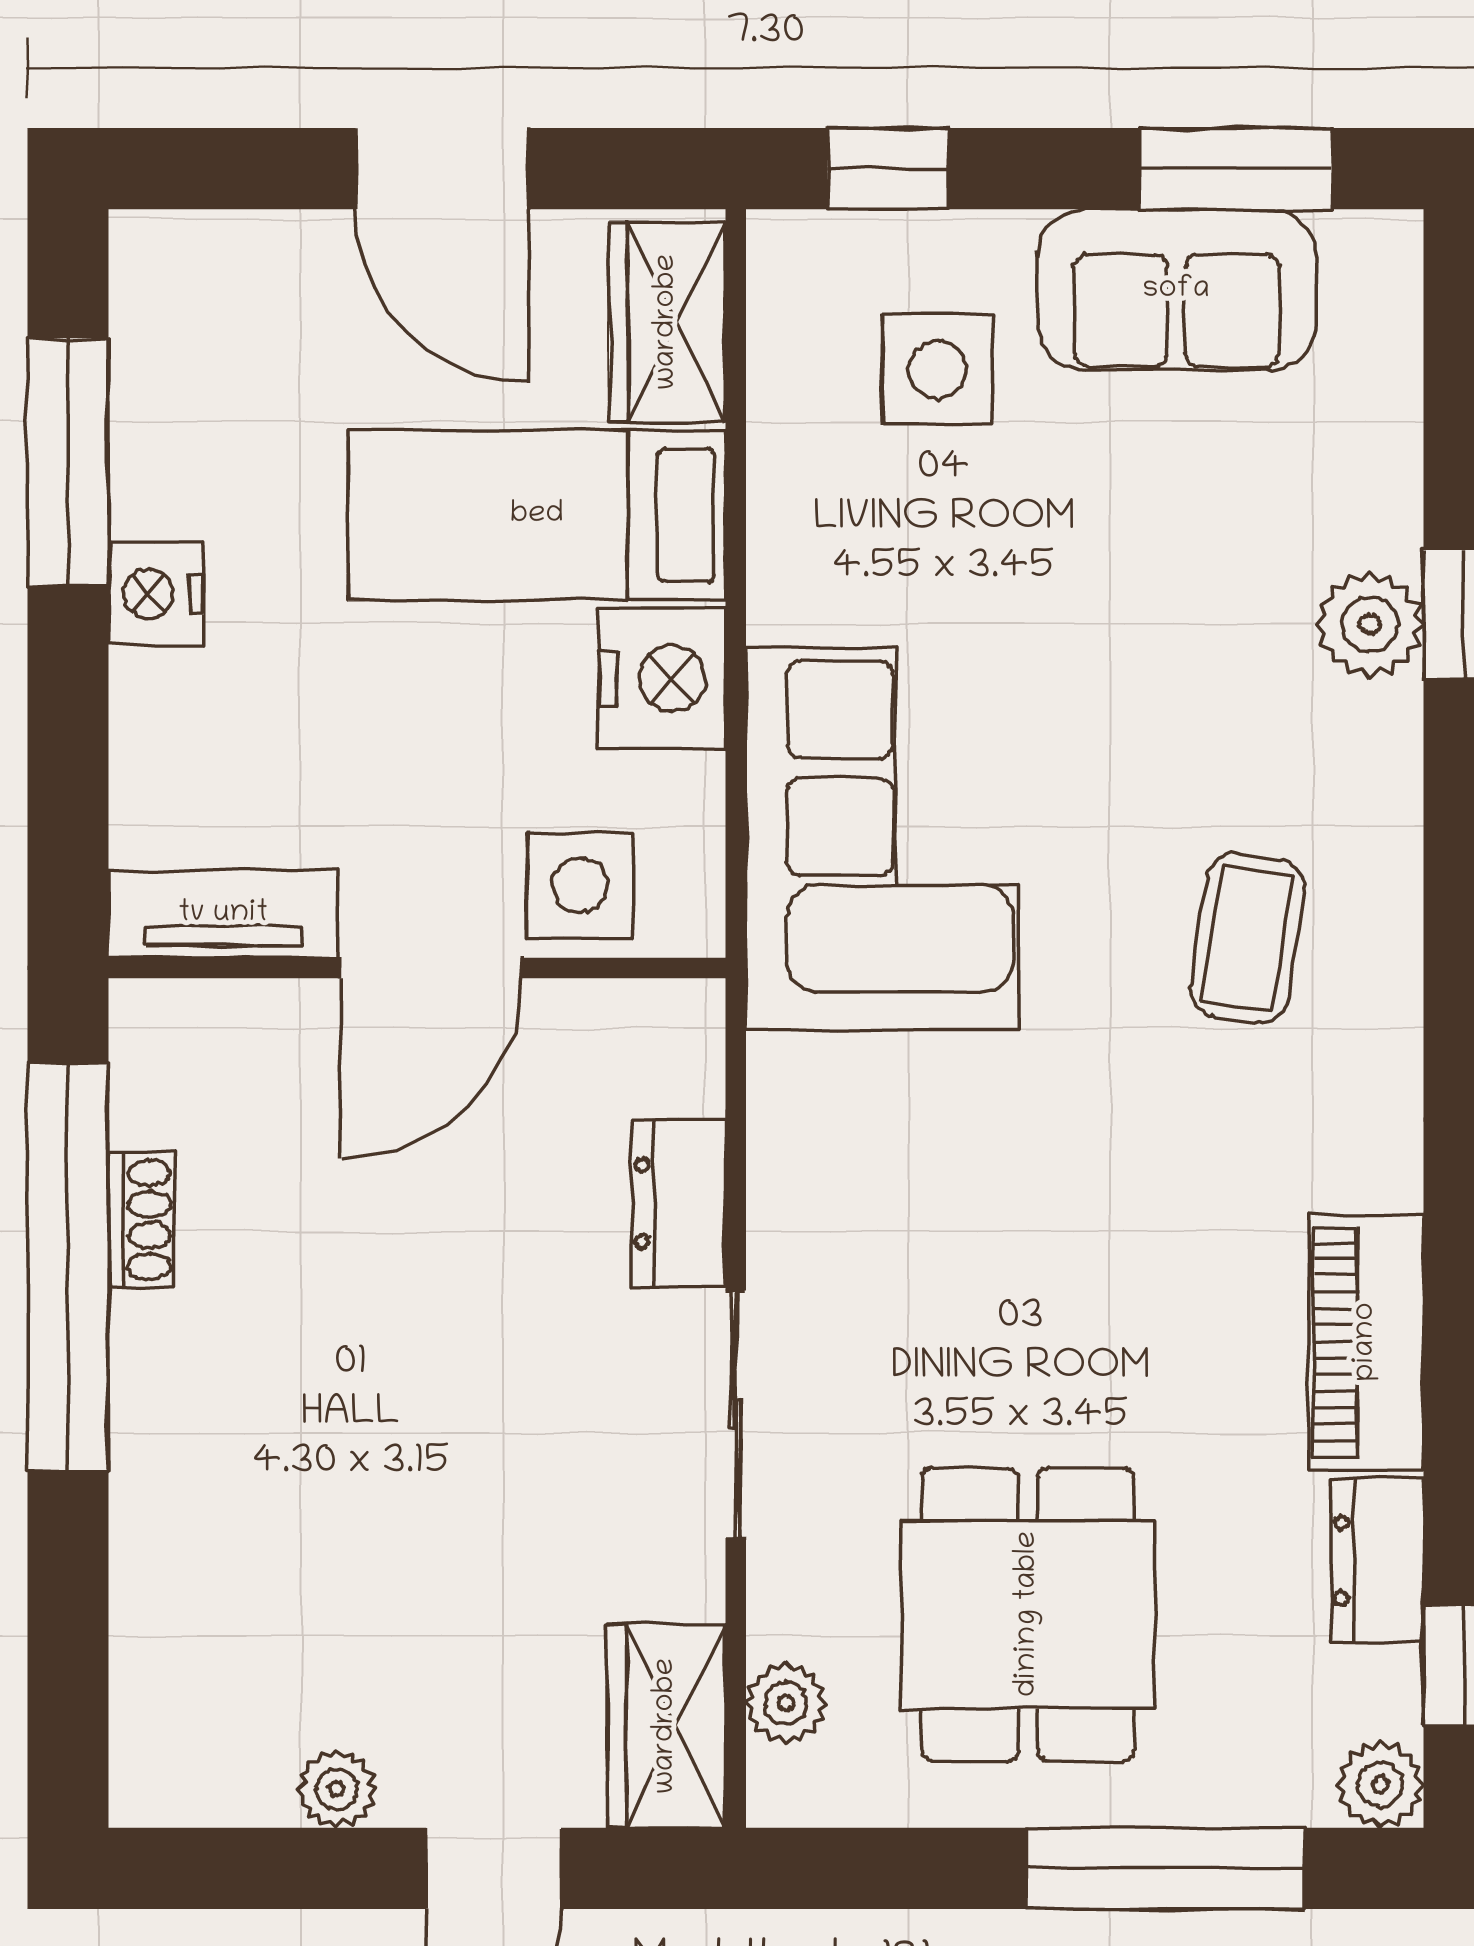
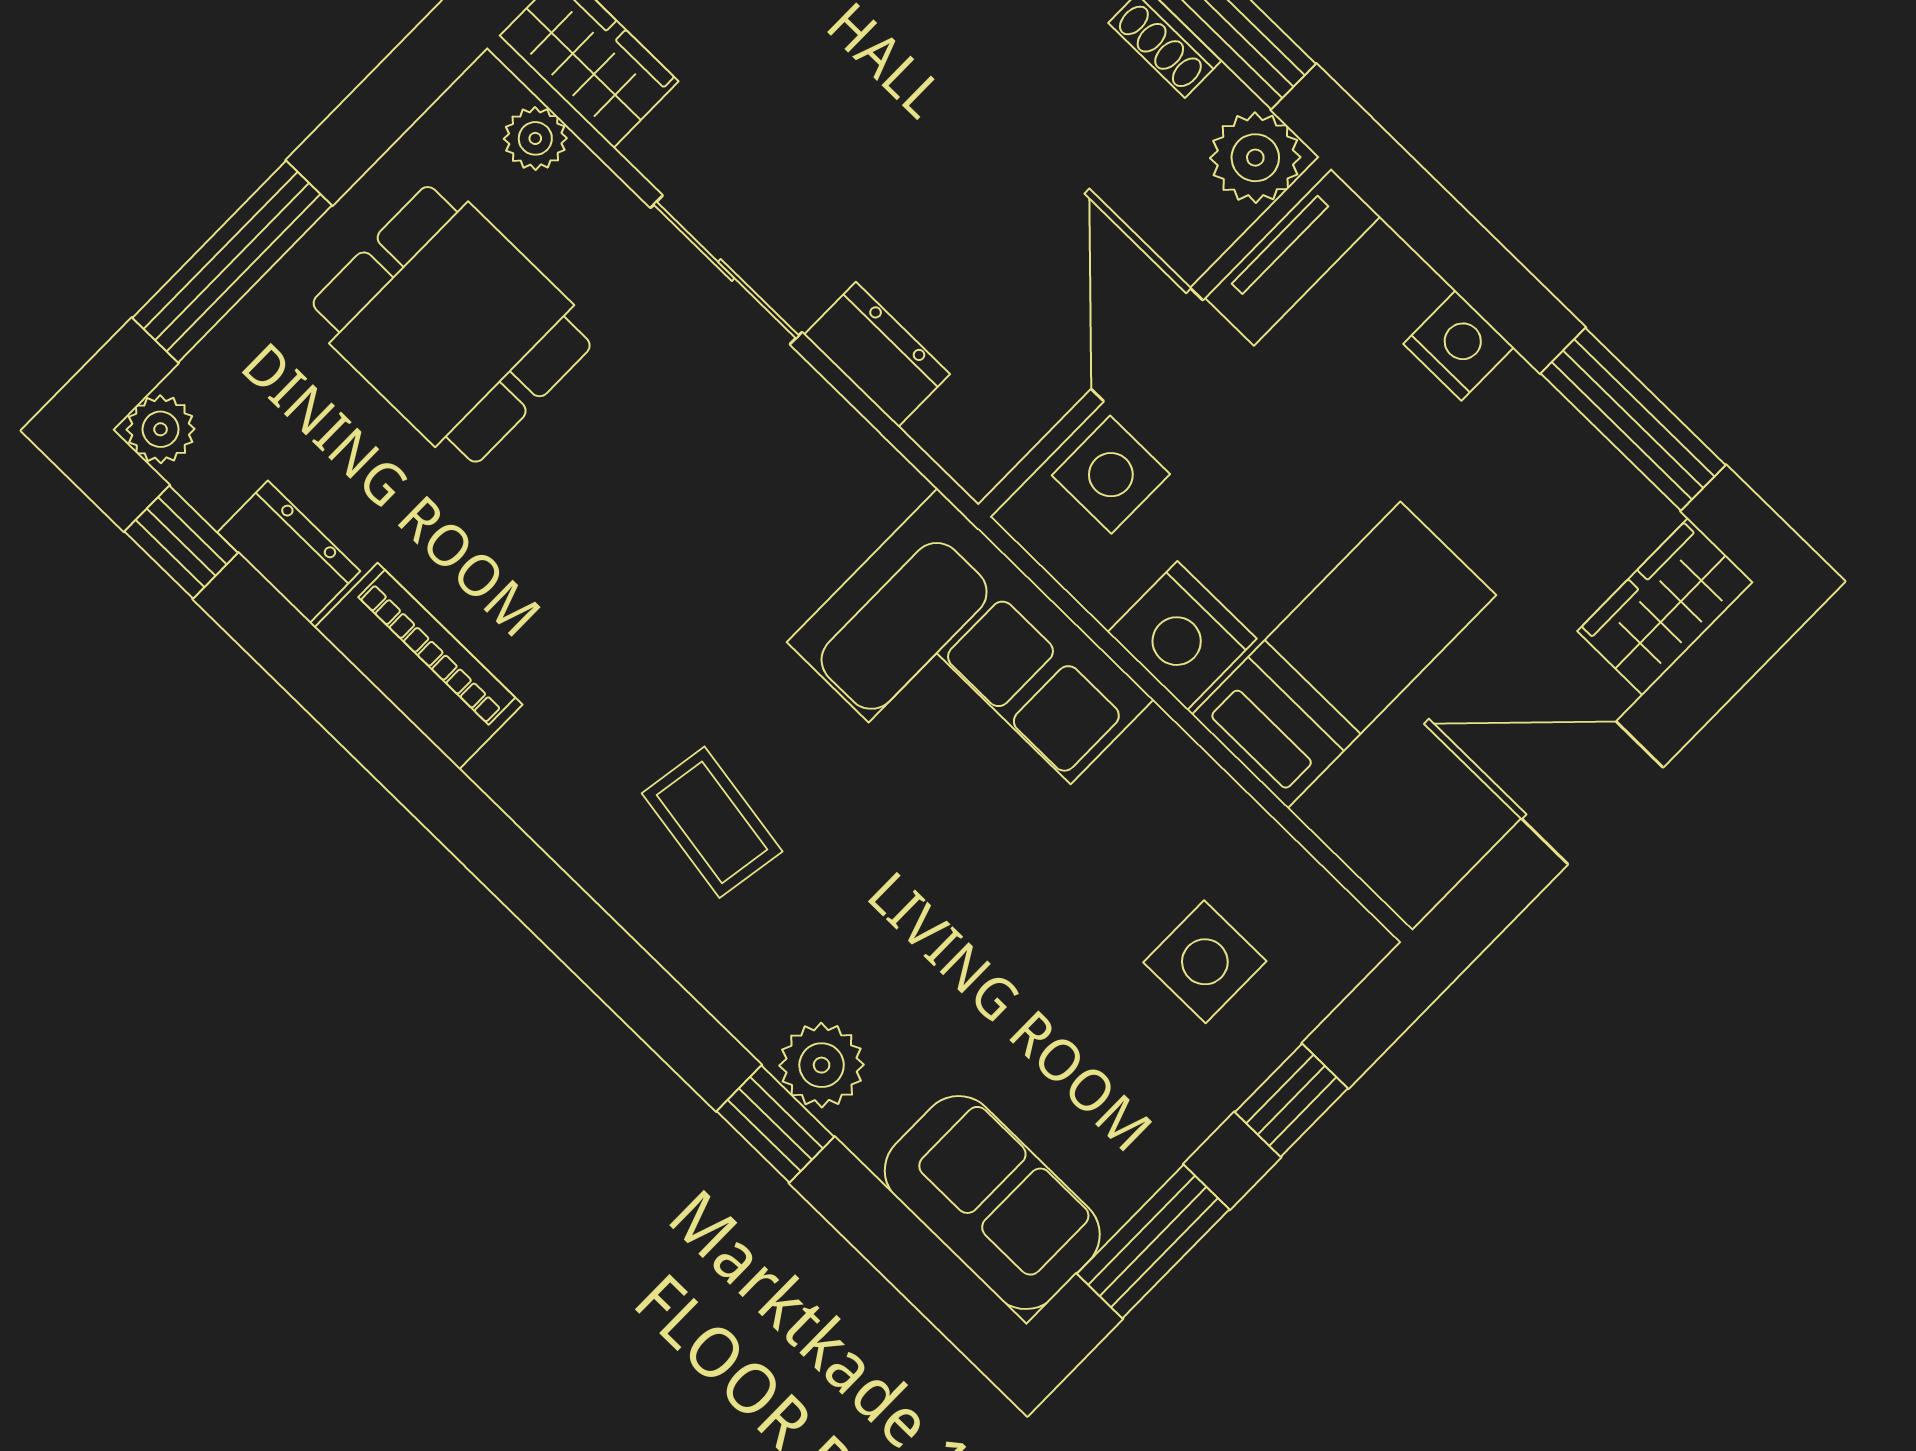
window: (888, 169) -> (1291, 1100), moved
sofa: (1176, 290) -> (992, 1203), moved, turned 90
wardrobe: (667, 322) -> (1666, 607), moved, turned -90
nightstand: (156, 594) -> (1459, 346), moved
plant: (166, 1035) -> (1255, 158), added

